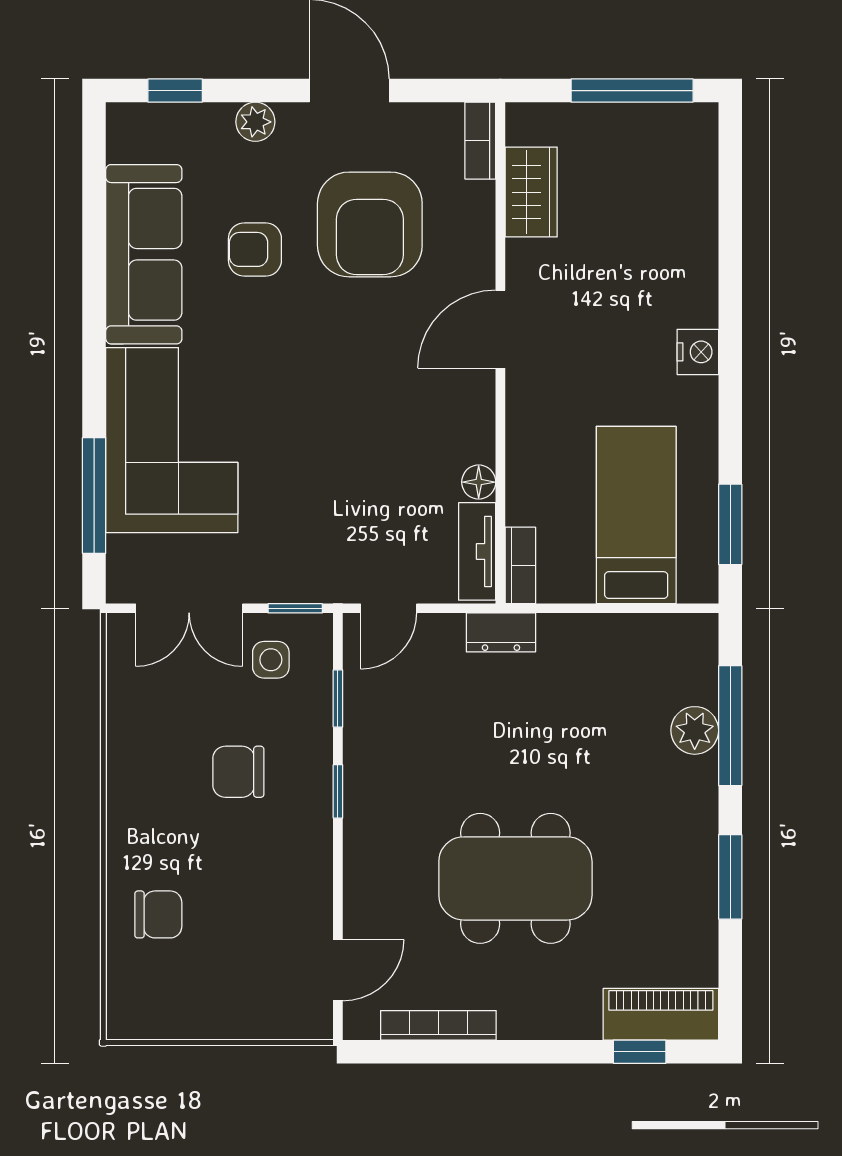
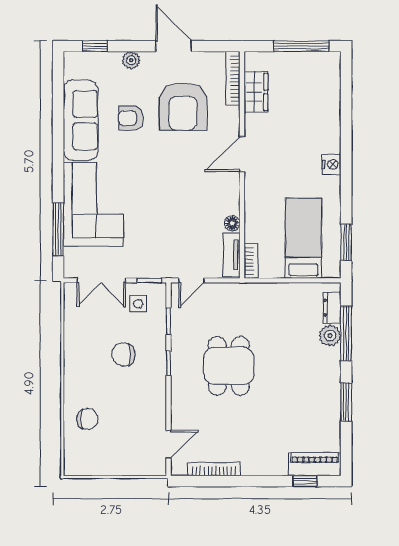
bookcase: (480, 141) -> (233, 79), width x1.56
dresser: (501, 632) -> (332, 307), moved, turned 90
dining table: (515, 878) -> (229, 366), moved, width x0.73

